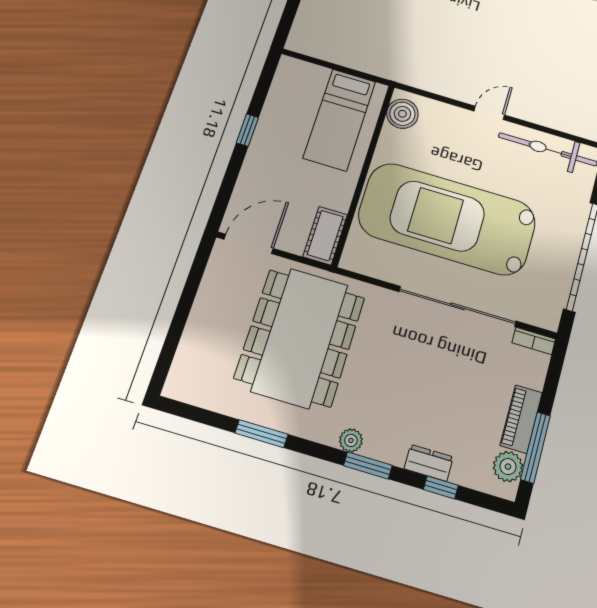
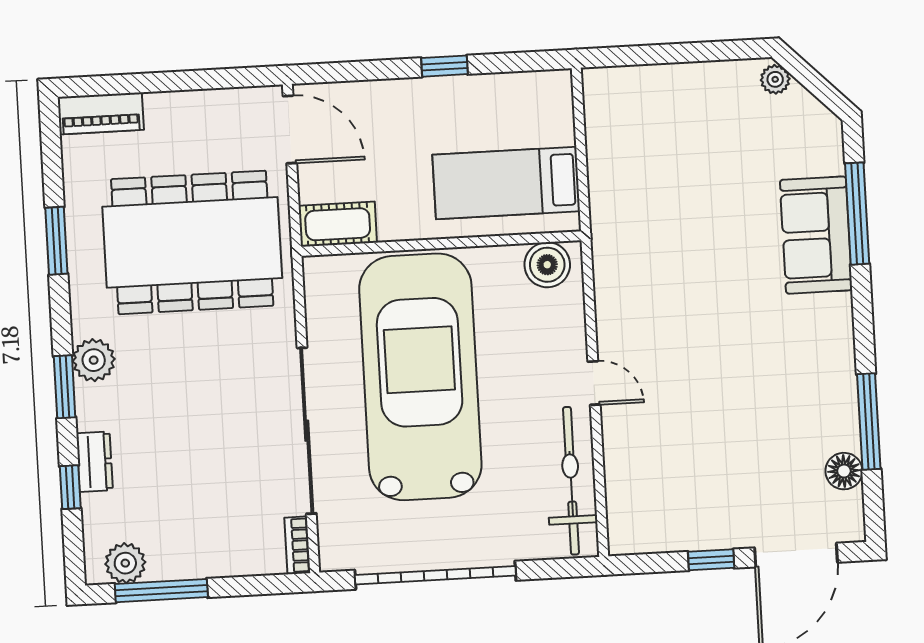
piano: (521, 419) -> (101, 113), moved, turned 180
plant: (351, 440) -> (94, 360), width x1.38, depth x1.38

